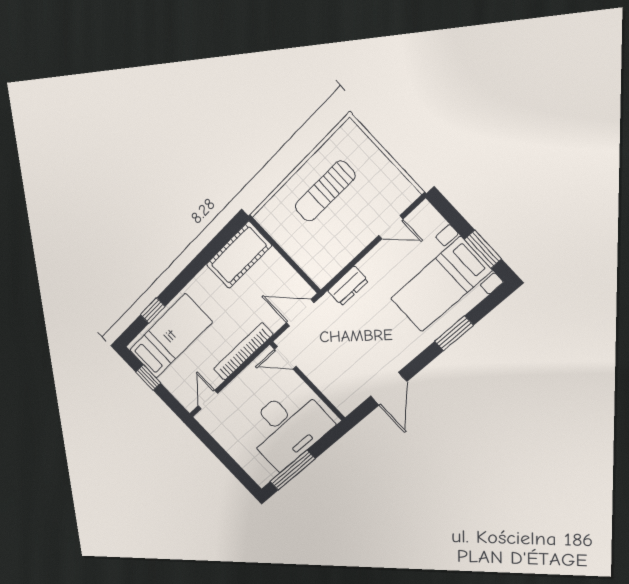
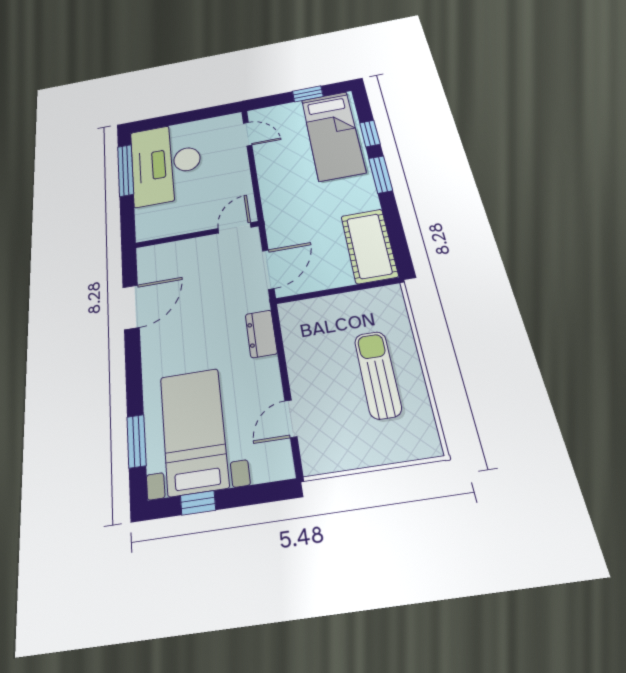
window: (483, 249) -> (198, 503), width x0.67
window: (180, 282) -> (381, 174), added
window: (454, 333) -> (136, 441), moved
bookcase: (243, 352) -> (269, 192), removed
door: (389, 389) -> (131, 307), swing flipped
desk: (287, 427) -> (166, 163), moved

